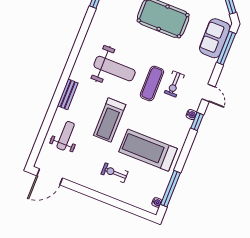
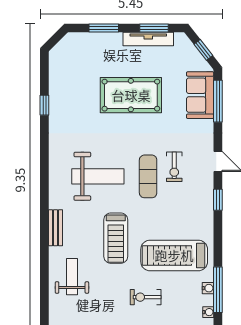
water cooler: (191, 115) -> (208, 288), moved

